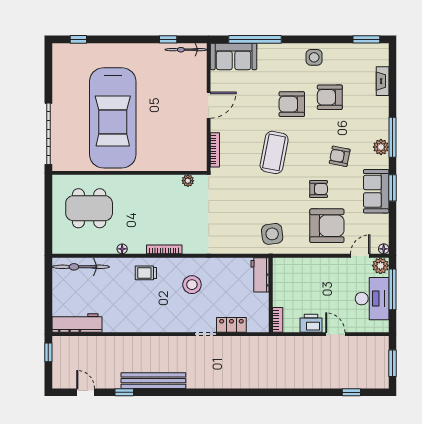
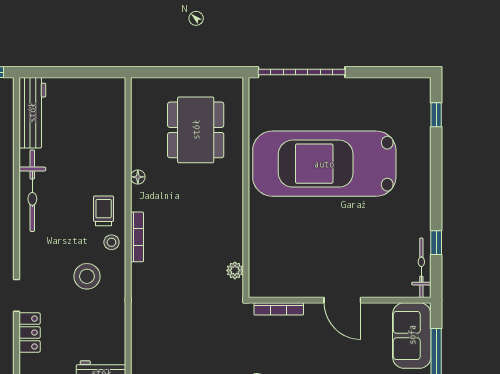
bicycle: (81, 267) -> (32, 191), moved, turned 180
stool: (168, 267) -> (111, 242), added

